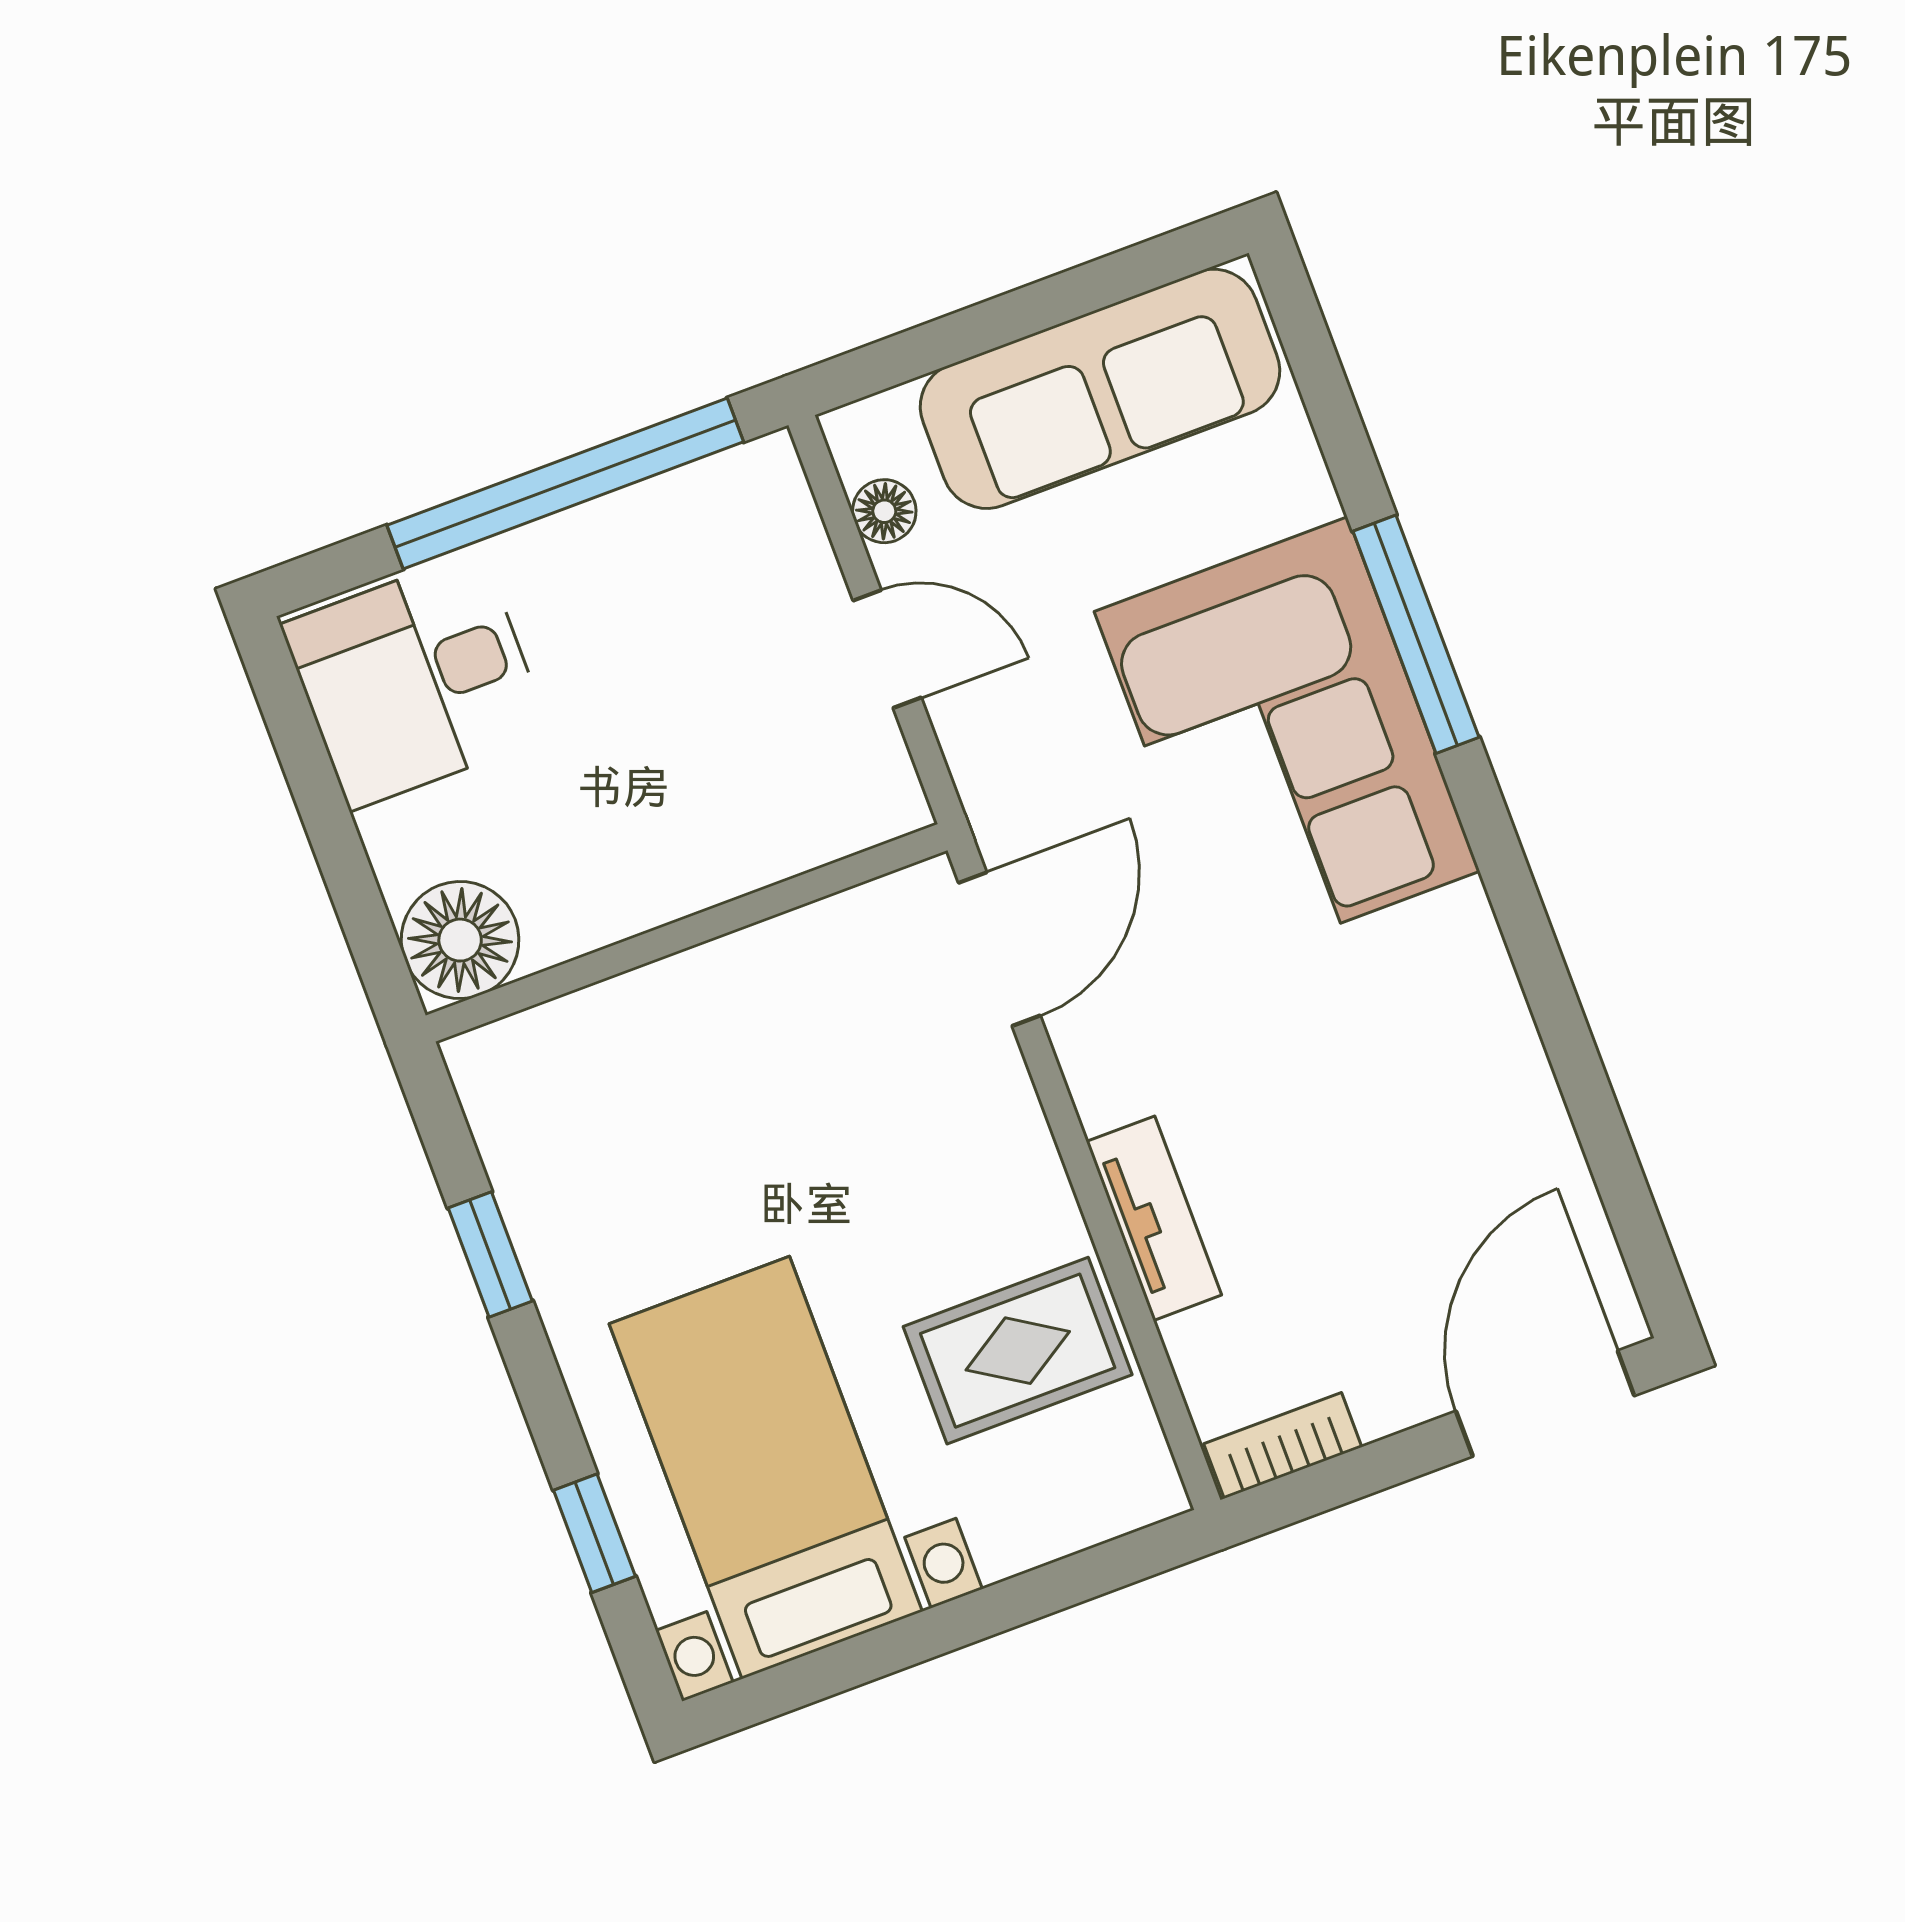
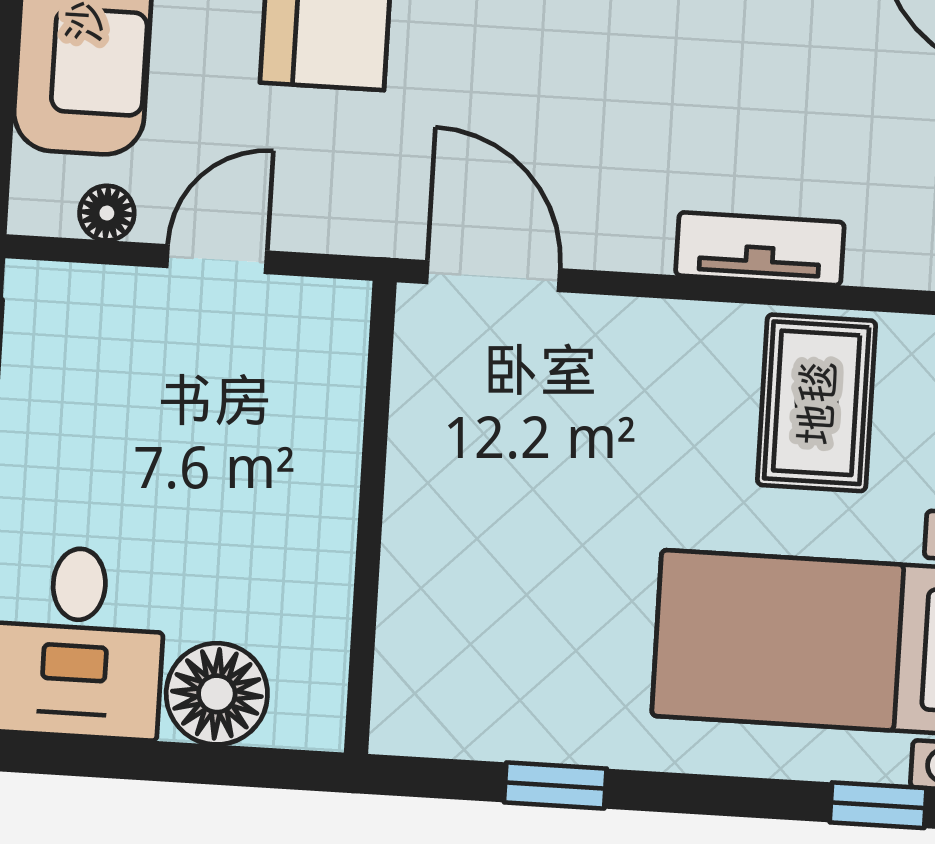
floor lamp: (460, 940) -> (217, 694), moved
window: (594, 1533) -> (878, 805), moved

